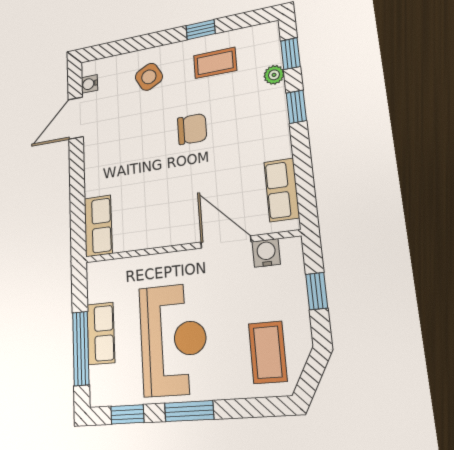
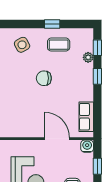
chair: (192, 129) -> (44, 78), turned 180
water cooler: (266, 253) -> (87, 146), moved

